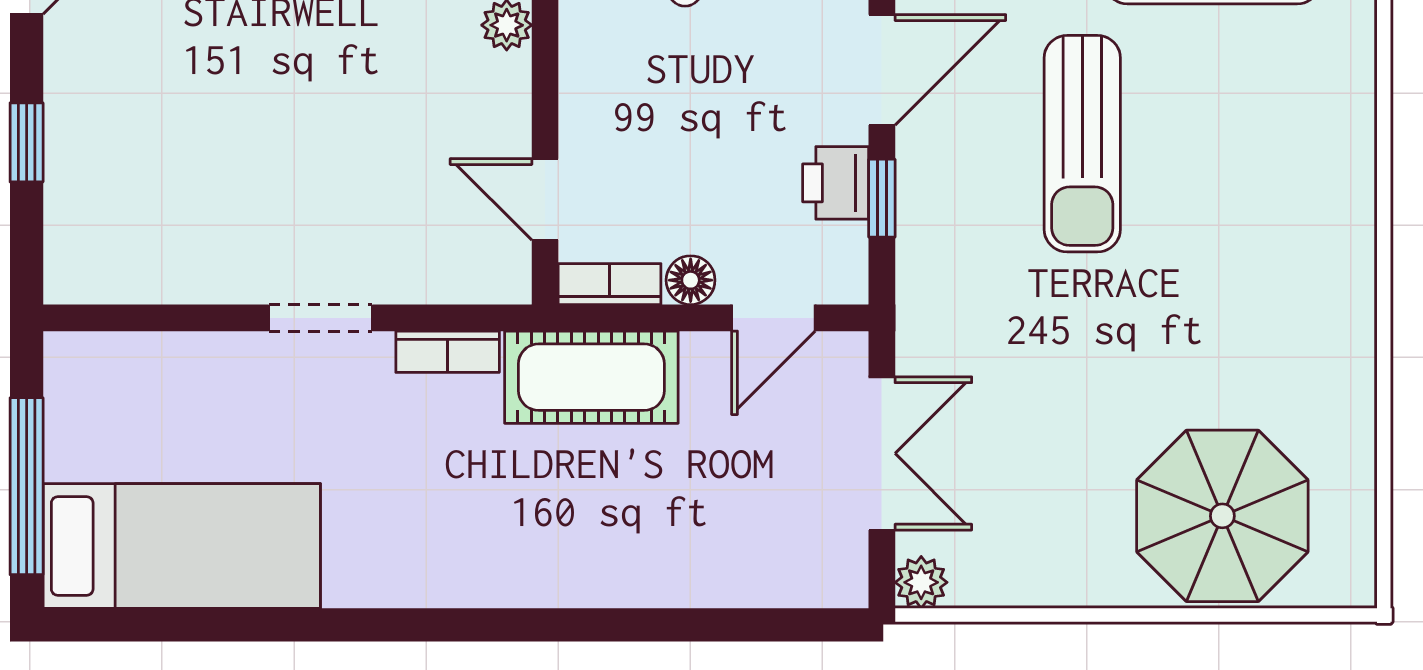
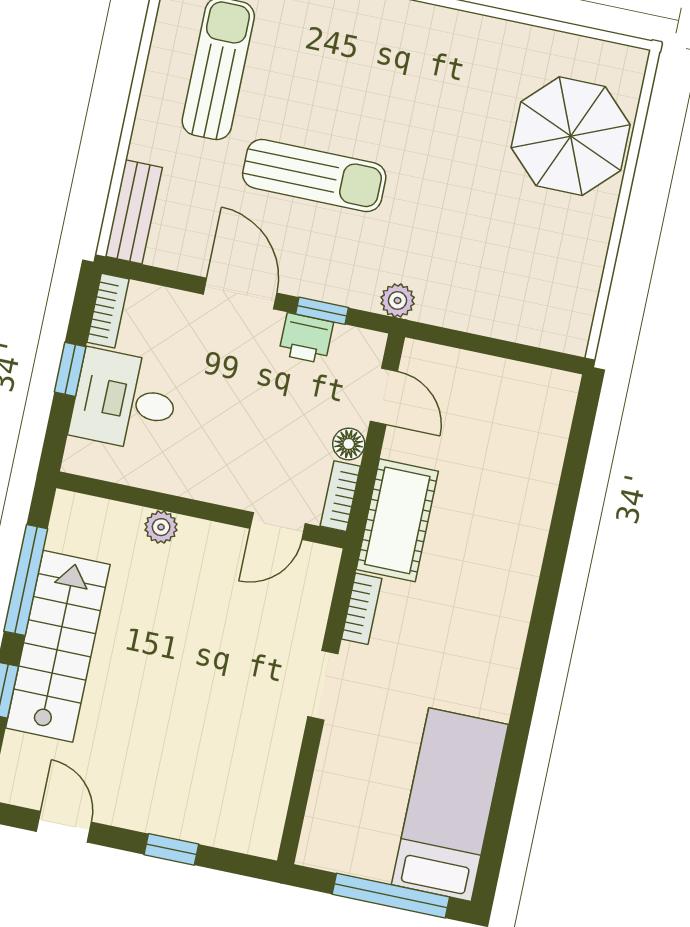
double door: (882, 453) -> (485, 345), removed
plant: (921, 582) -> (398, 301), moved

